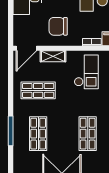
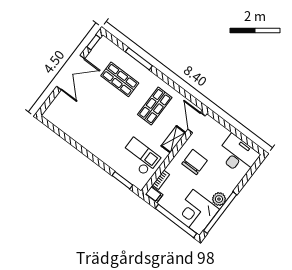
checkout: (86, 72) -> (140, 157), turned 180
shop shelf: (88, 134) -> (89, 120), removed

